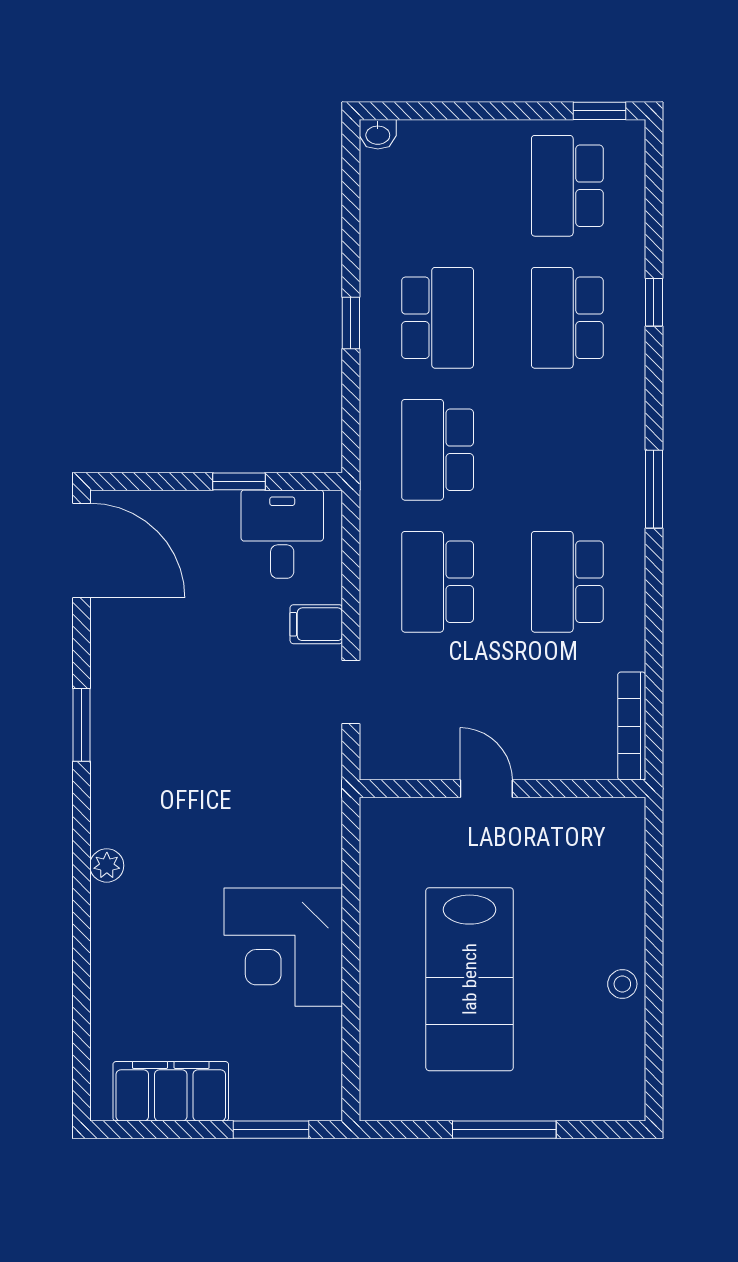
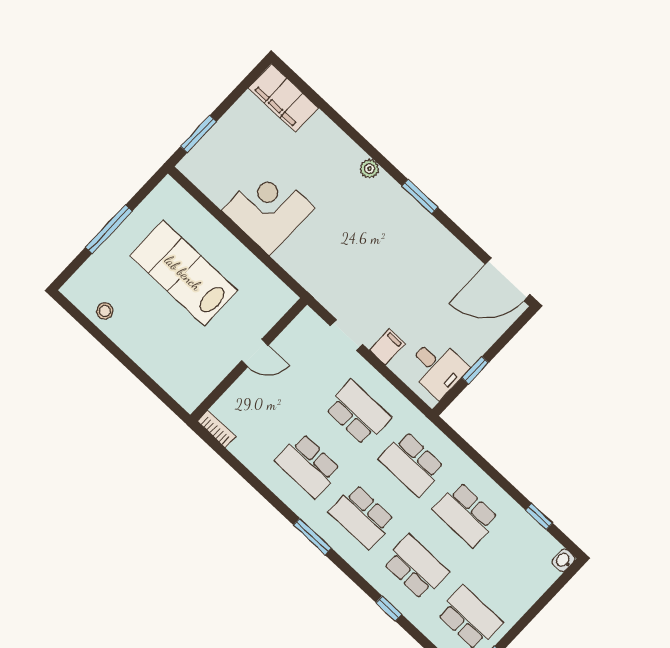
window: (351, 323) -> (539, 516), moved
school desk: (438, 450) -> (412, 463), turned 180
school desk: (567, 450) -> (362, 516), added
school desk: (567, 582) -> (308, 466), turned 180
window: (81, 725) -> (420, 197), moved
bookcase: (632, 726) -> (216, 429), width x0.64
stool: (622, 984) -> (105, 311), moved
filing cabinet: (171, 1091) -> (284, 98), moved, turned 90

